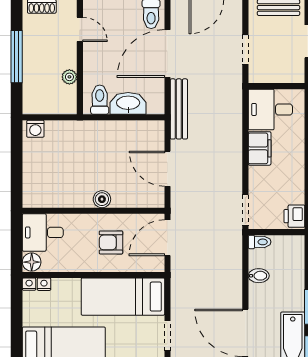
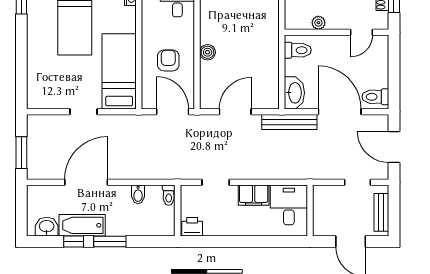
doorway: (245, 50) -> (358, 182), moved
washbasin: (128, 103) -> (294, 93), moved
doorway: (245, 210) -> (216, 182), moved

